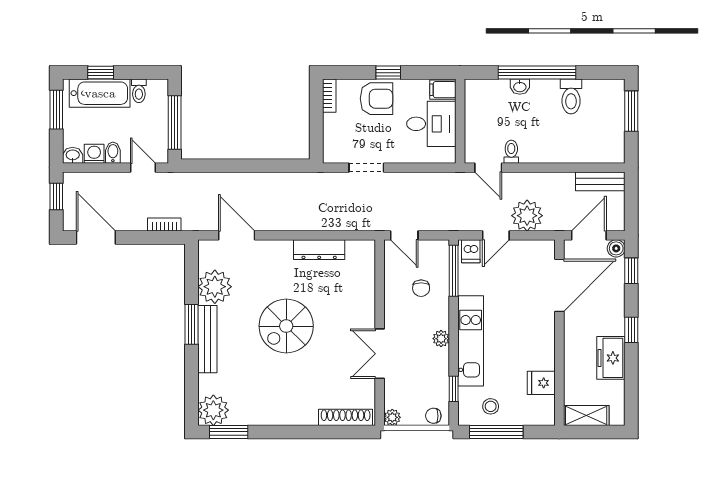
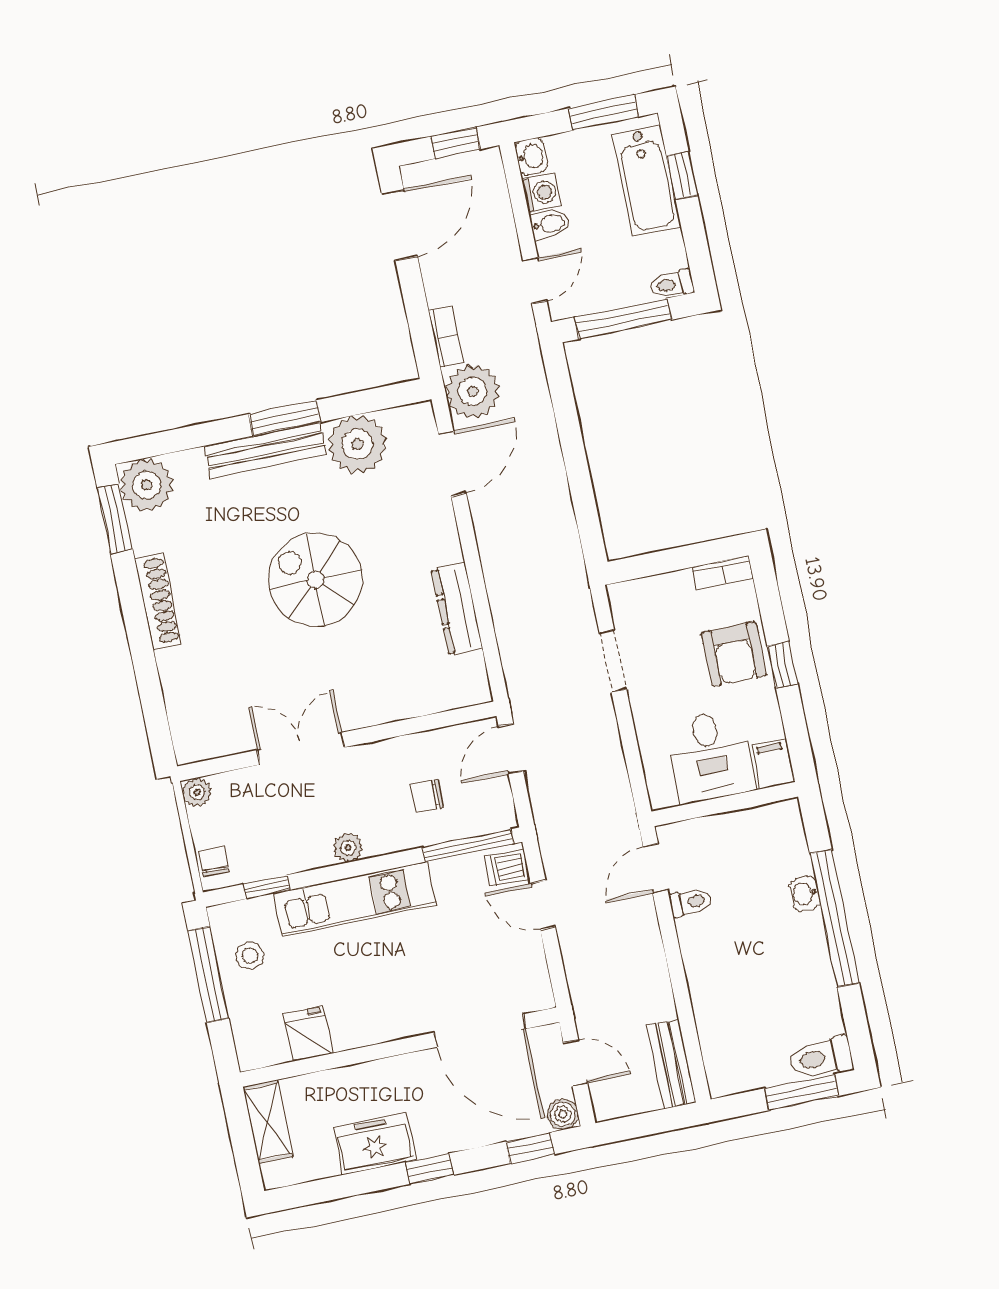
toilet: (139, 91) -> (672, 284), moved
toilet: (571, 96) -> (821, 1058), moved
plant: (527, 216) -> (473, 391), moved
door: (589, 235) -> (575, 1063), width x0.73
shoe rack: (346, 417) -> (158, 601), moved

